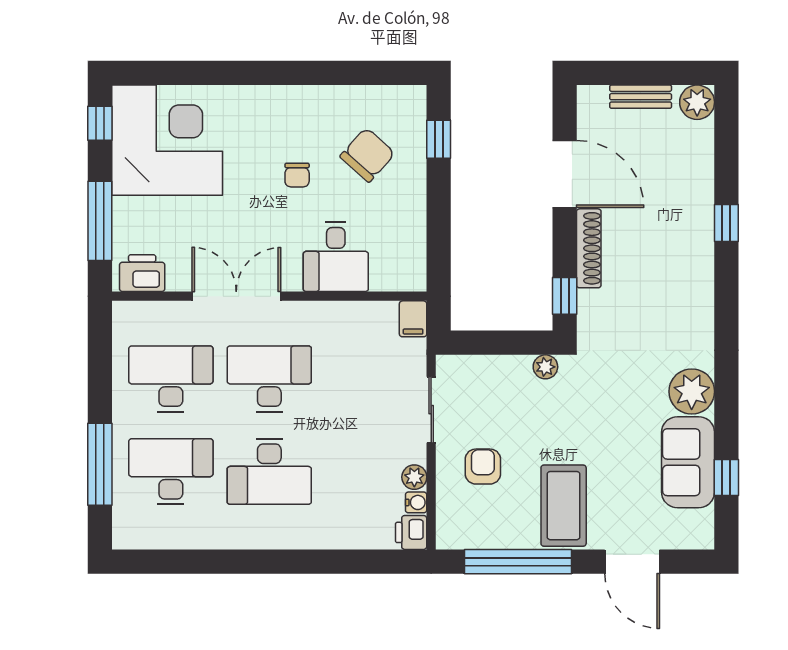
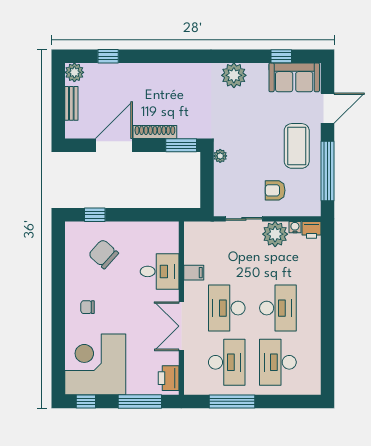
chair: (297, 175) -> (88, 307), moved, turned 180
window: (726, 223) -> (108, 56), moved
window: (565, 296) -> (181, 145), width x1.50
filing cabinet: (413, 319) -> (194, 273), moved
desk: (171, 379) -> (227, 362), turned 180
sofa: (688, 462) -> (294, 77), moved
window: (100, 464) -> (232, 401), moved
plant: (414, 477) -> (275, 234), width x1.87, depth x1.87
coffee table: (564, 506) -> (297, 146), turned 90

